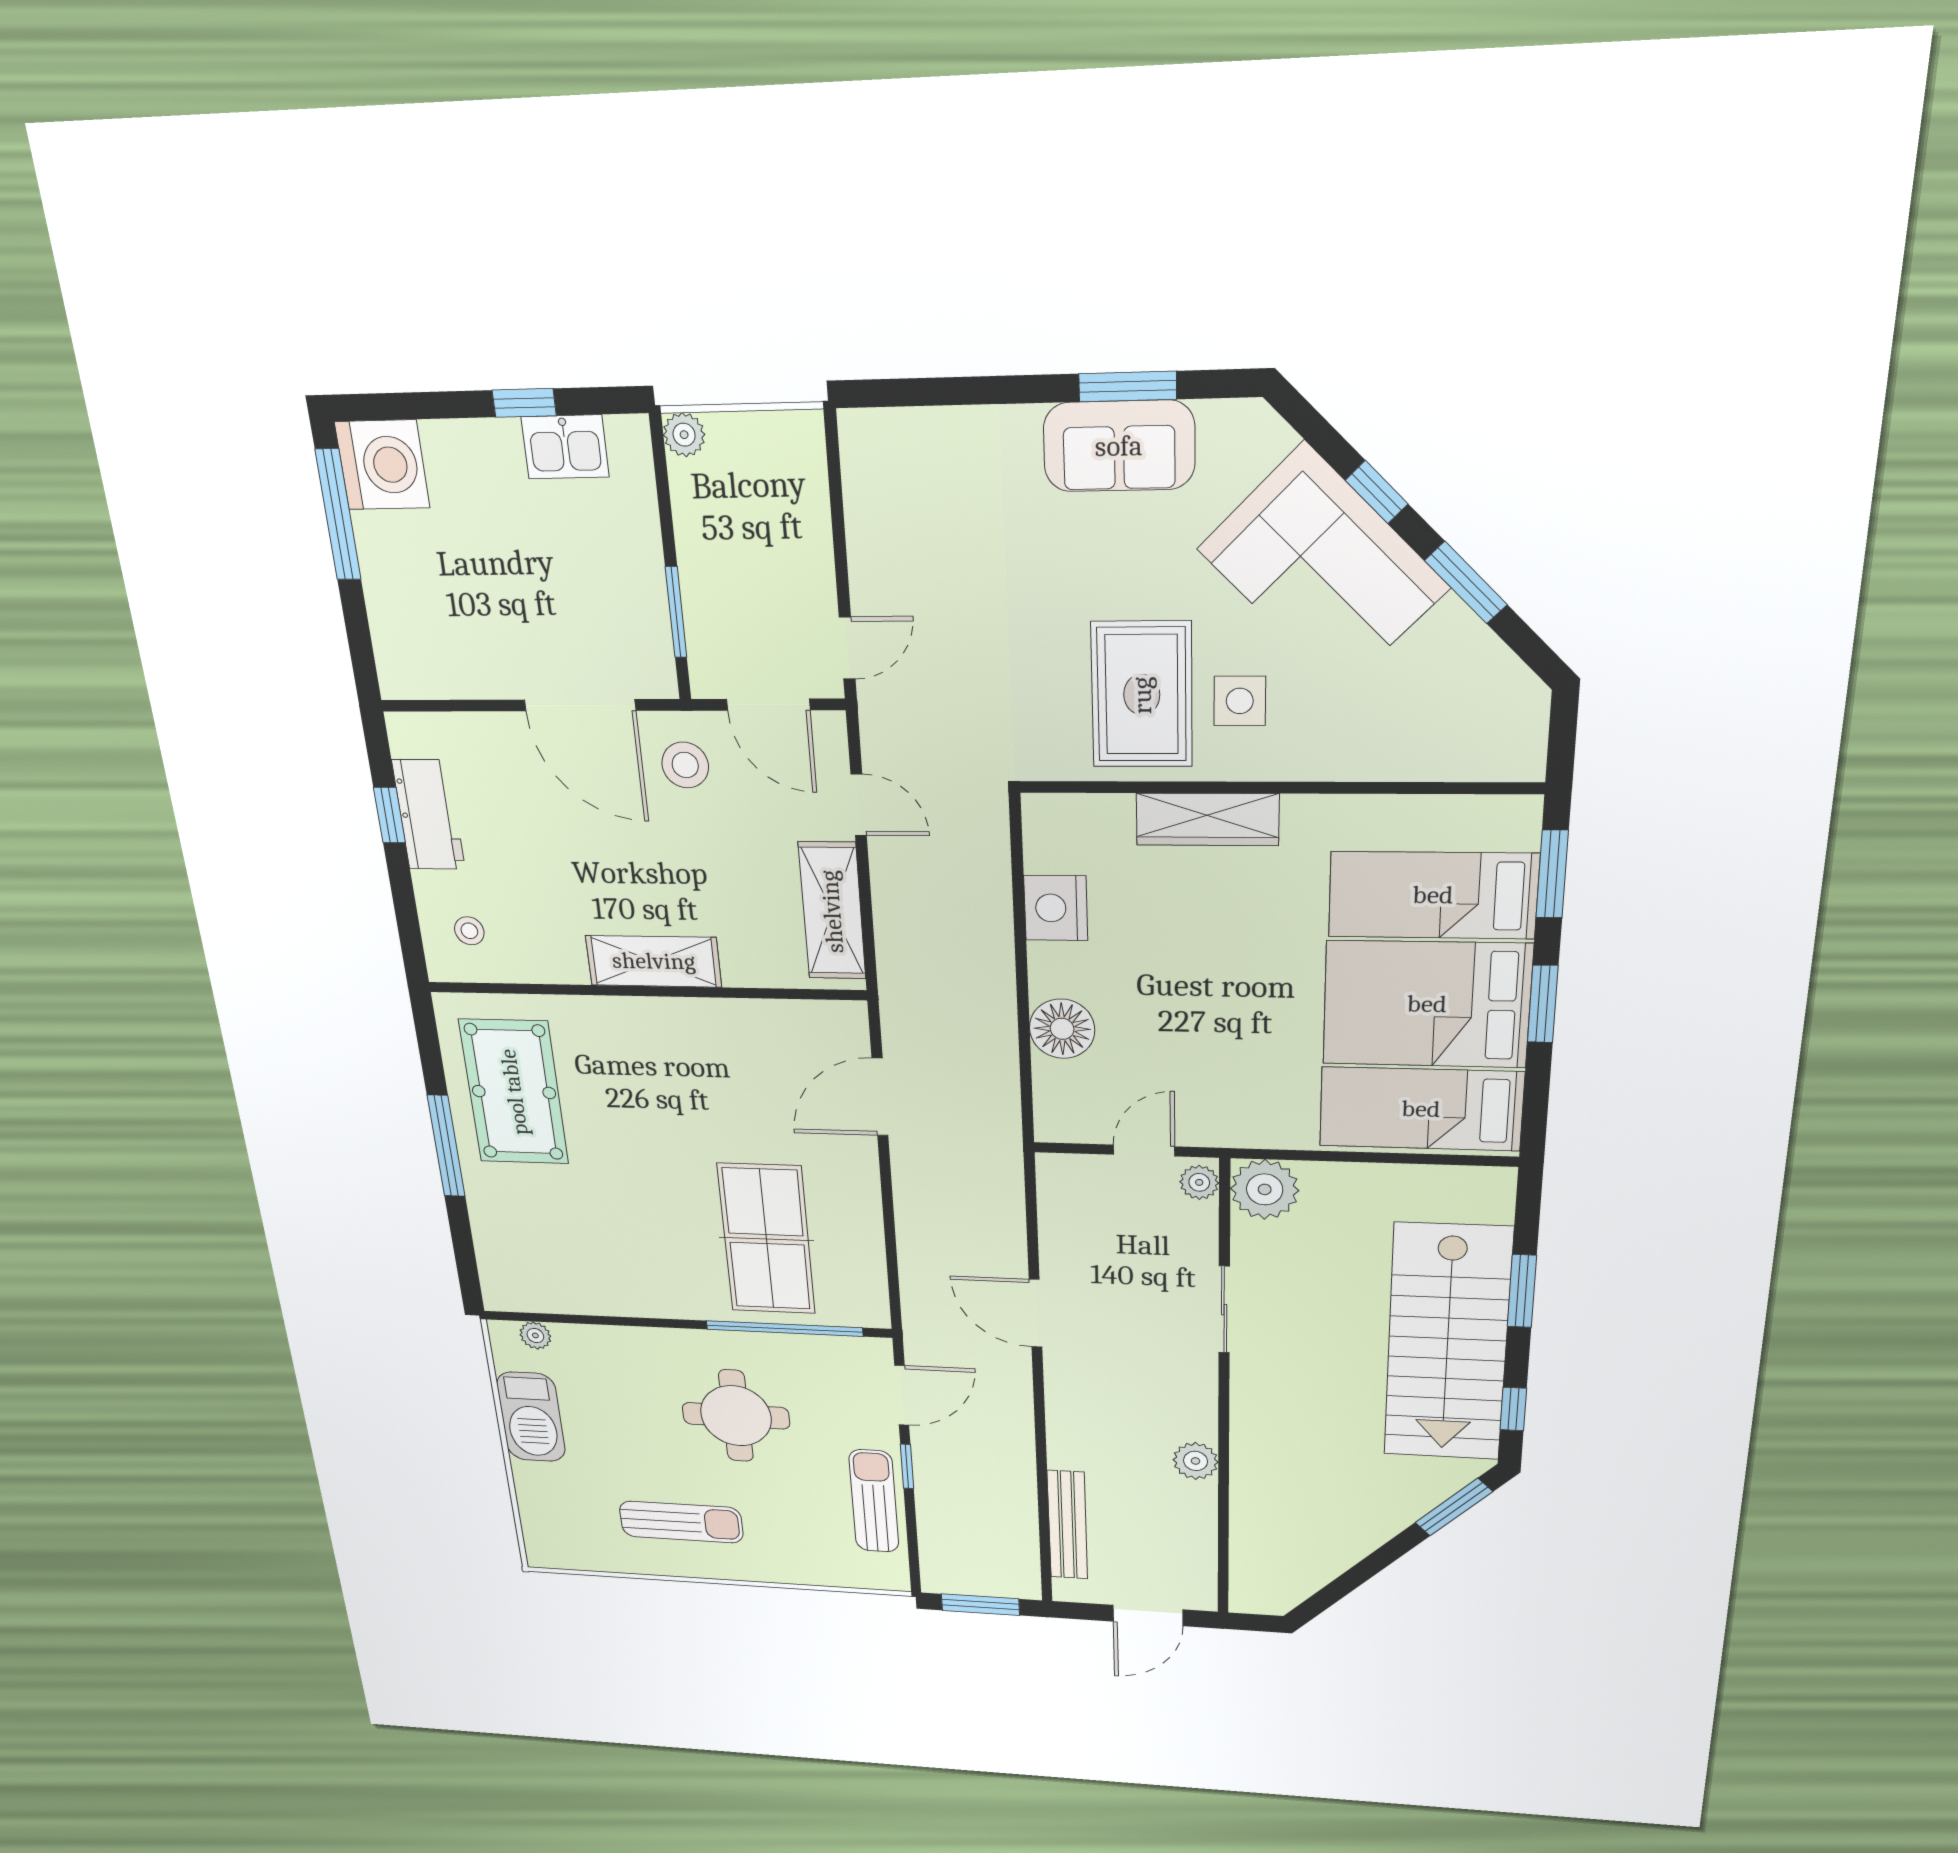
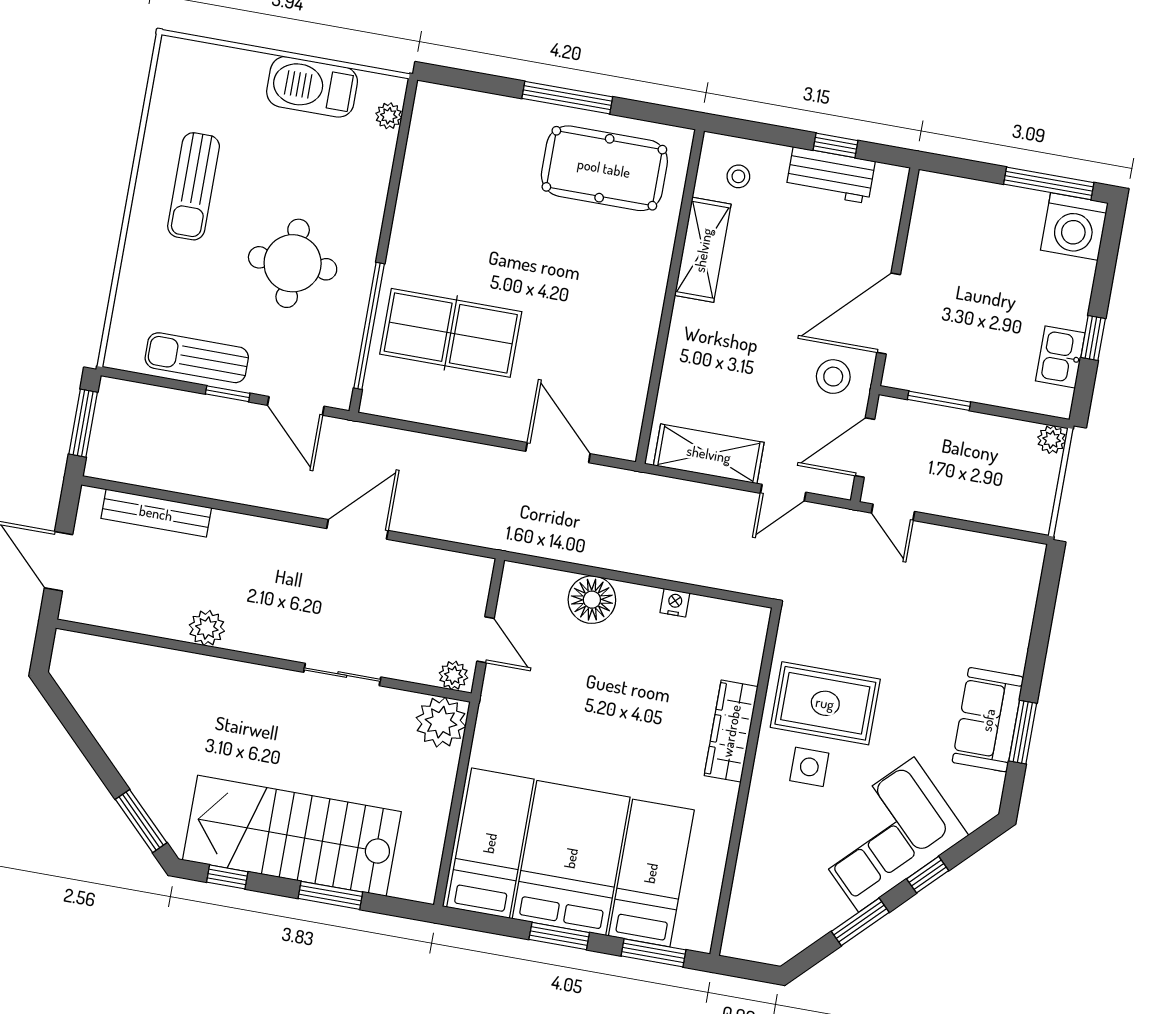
nightstand: (1056, 908) -> (675, 603), width x0.53, depth x0.56
shelving: (654, 961) -> (703, 250), moved
sun lounger: (874, 1501) -> (197, 358), turned 180

